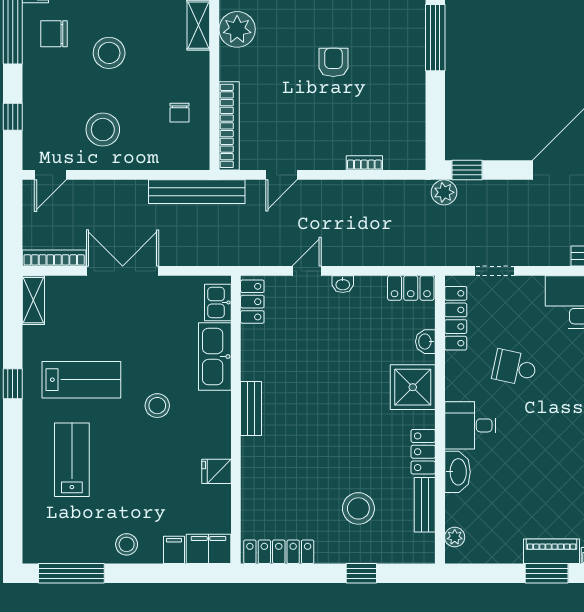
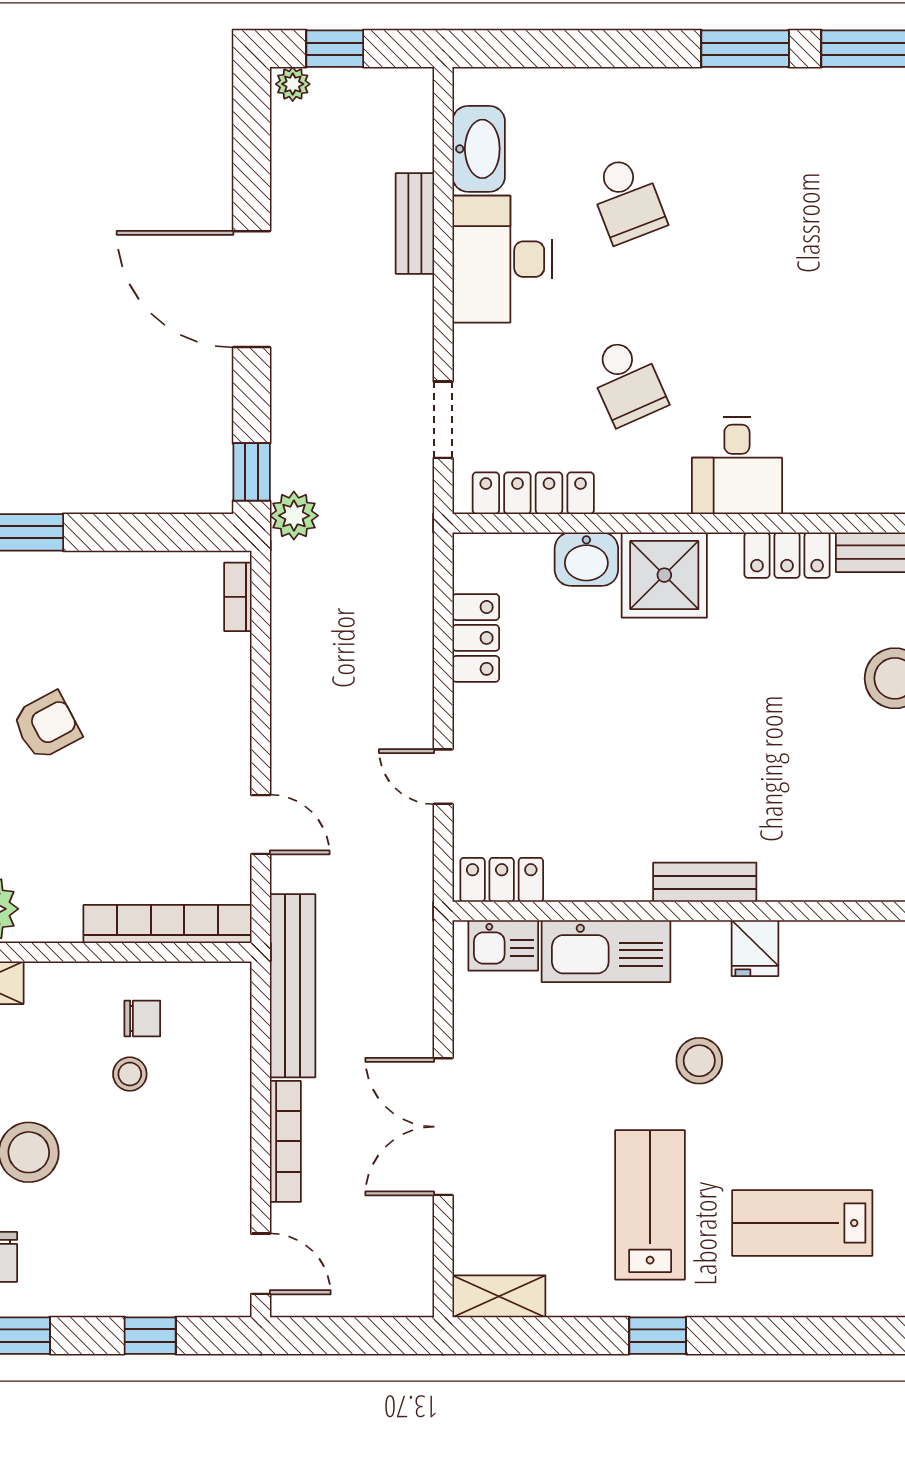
armchair: (333, 62) -> (47, 726), turned 152
stool: (103, 130) -> (130, 1074), moved, width x0.53, depth x0.53
bookcase: (364, 163) -> (238, 597), moved
bookcase: (54, 258) -> (285, 1141), moved, turned 180
washbasin: (343, 284) -> (469, 708), removed
locker: (411, 288) -> (476, 638), moved
washbasin: (425, 342) -> (586, 559), width x1.38, depth x1.45
school desk: (515, 368) -> (627, 381), turned -36
fridge: (216, 471) -> (755, 948), moved
washbasin: (457, 472) -> (825, 490), removed

